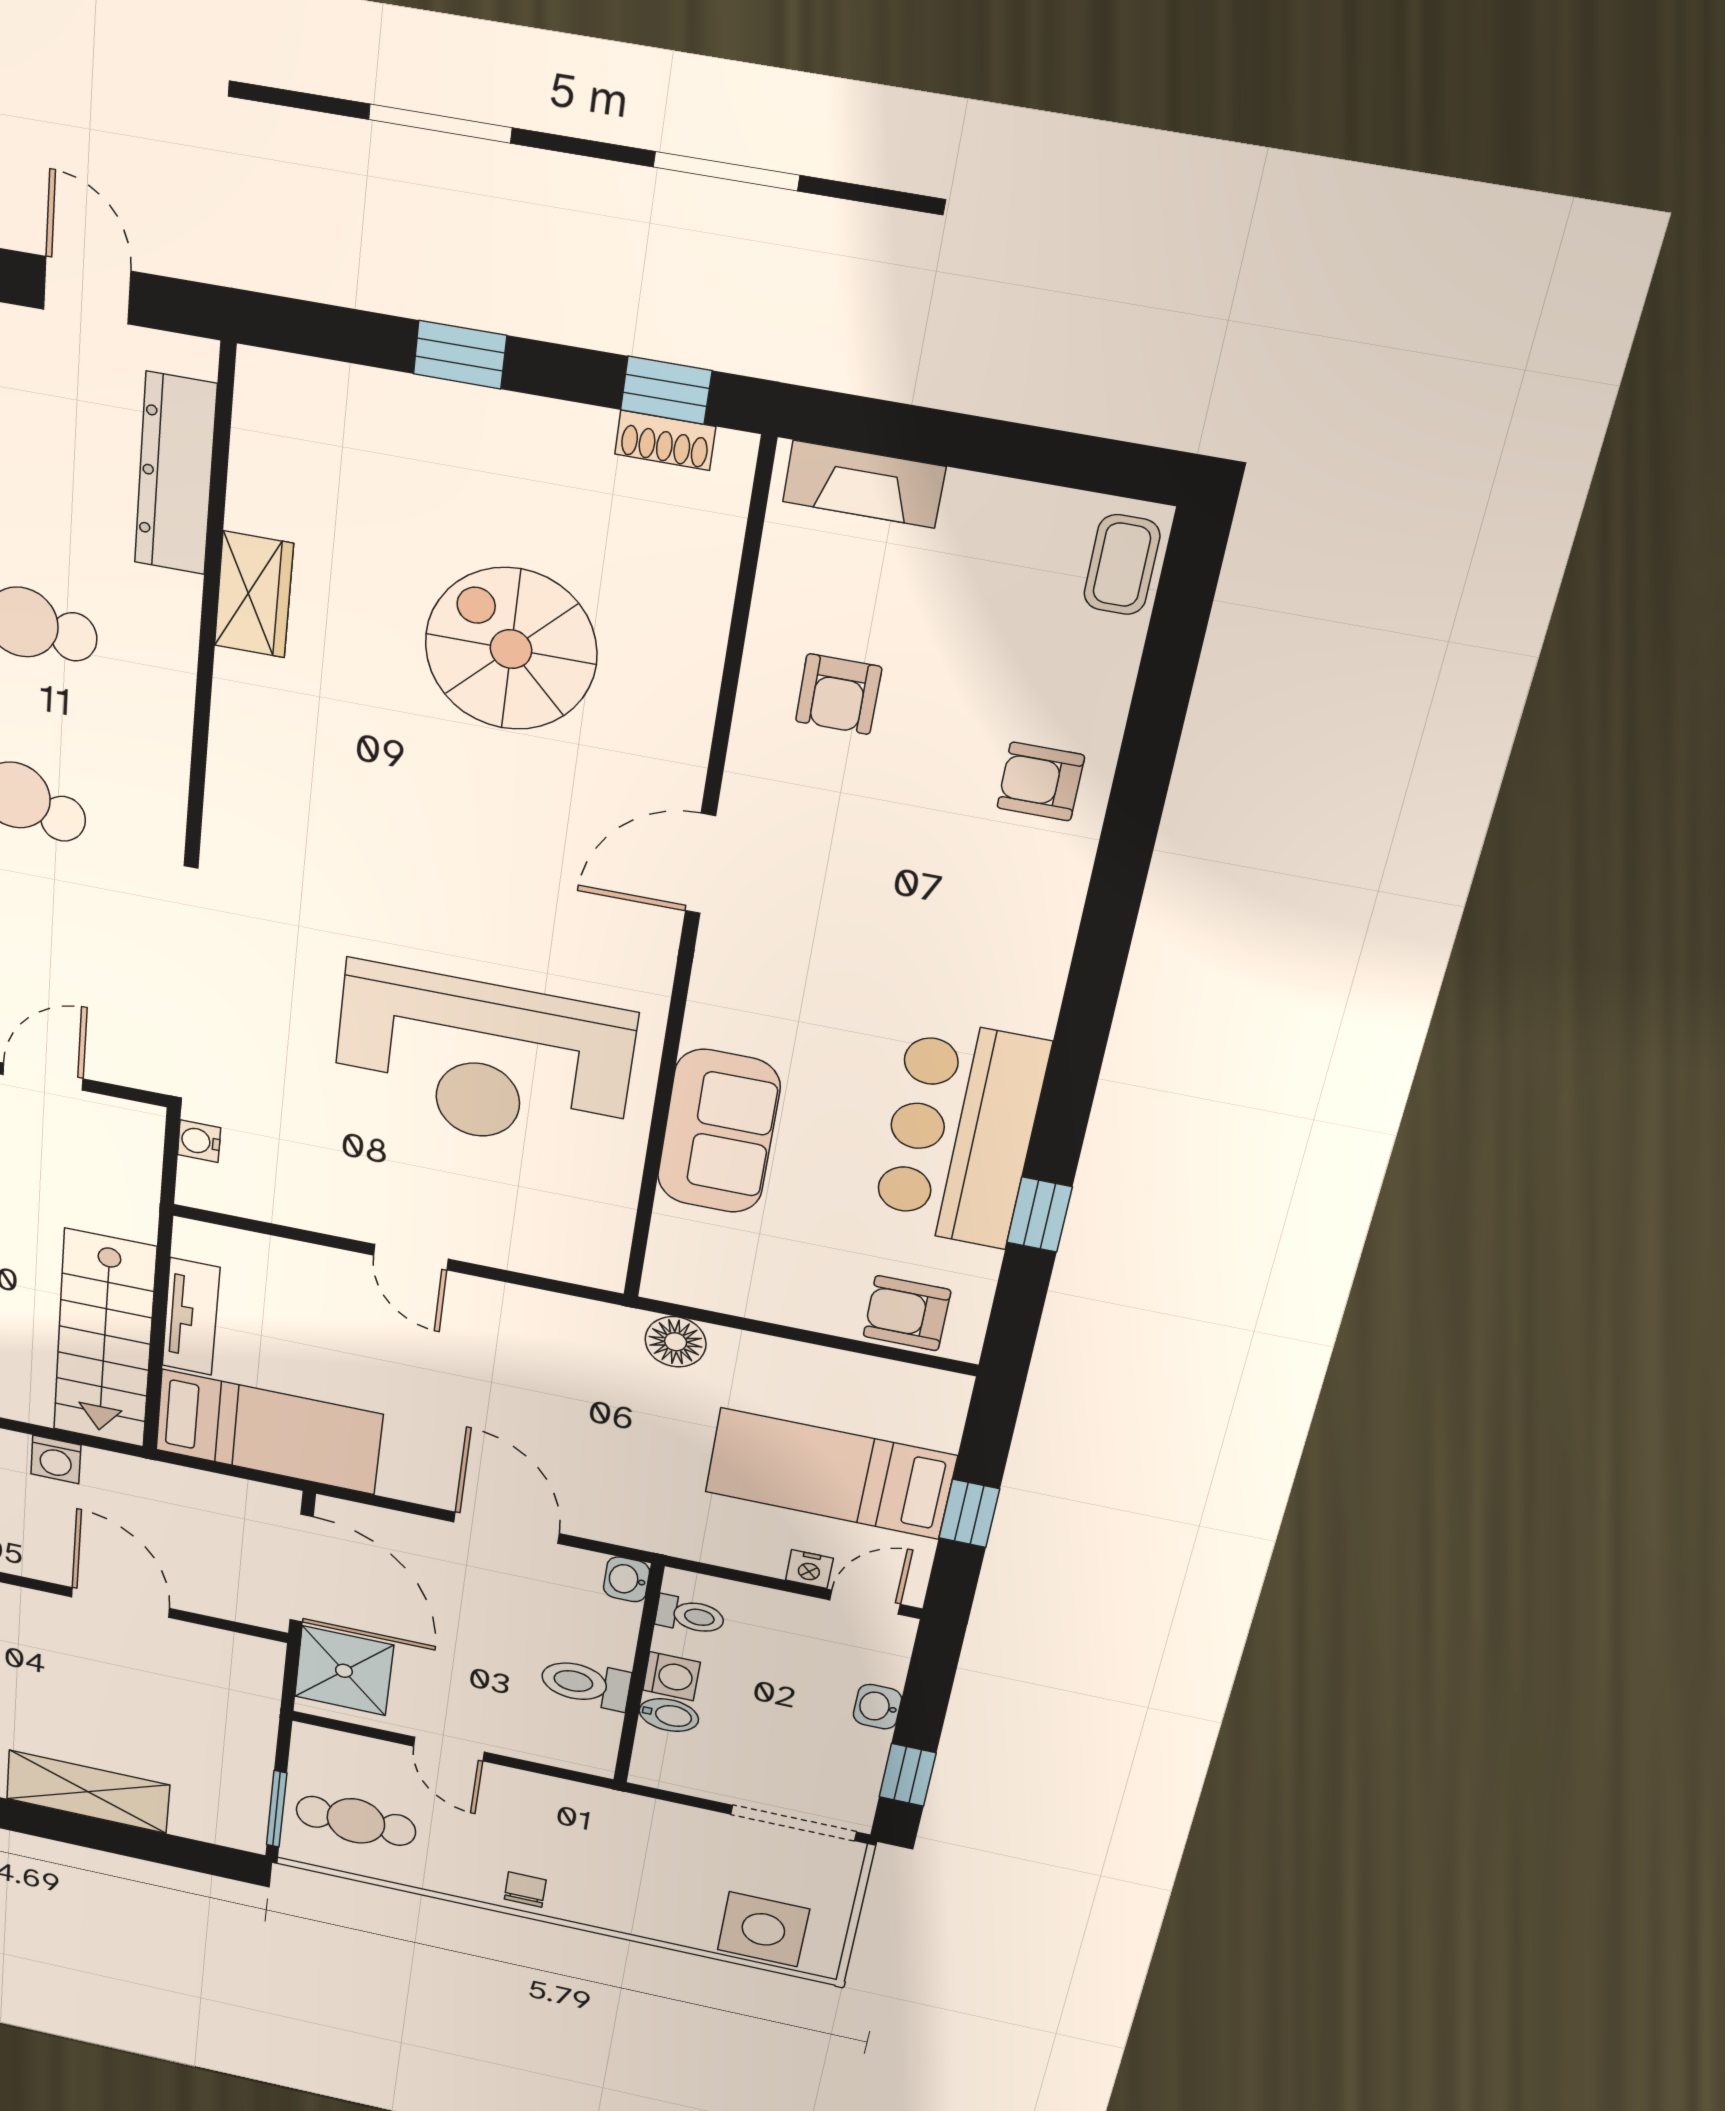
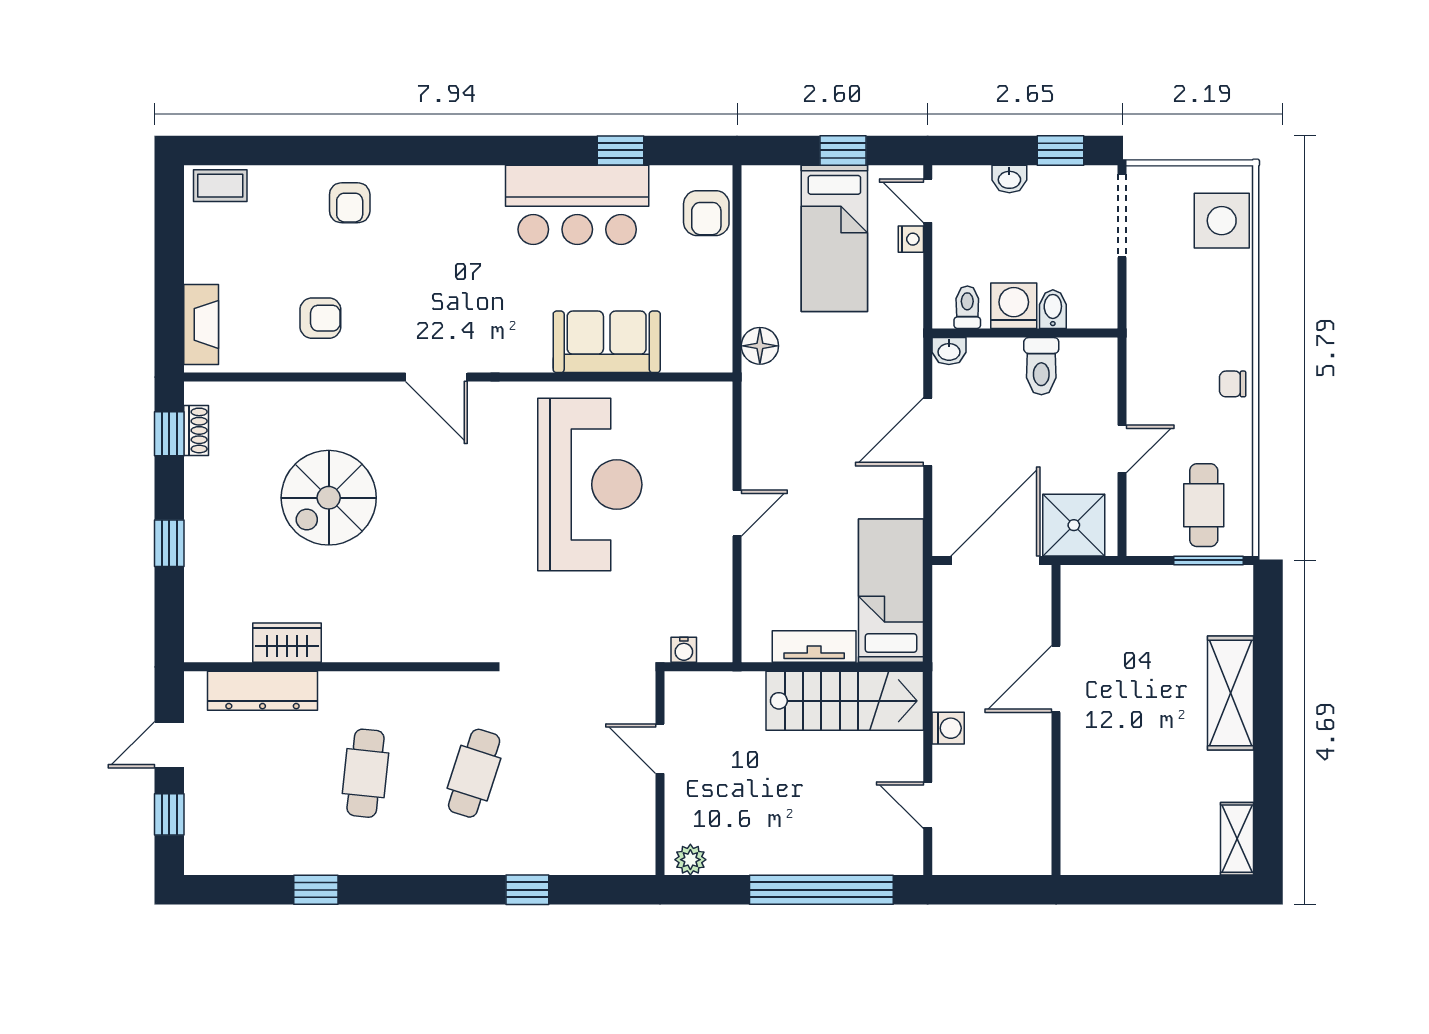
wardrobe: (254, 595) -> (287, 643), moved
washing machine: (671, 1676) -> (1014, 306), width x1.38, depth x1.38

